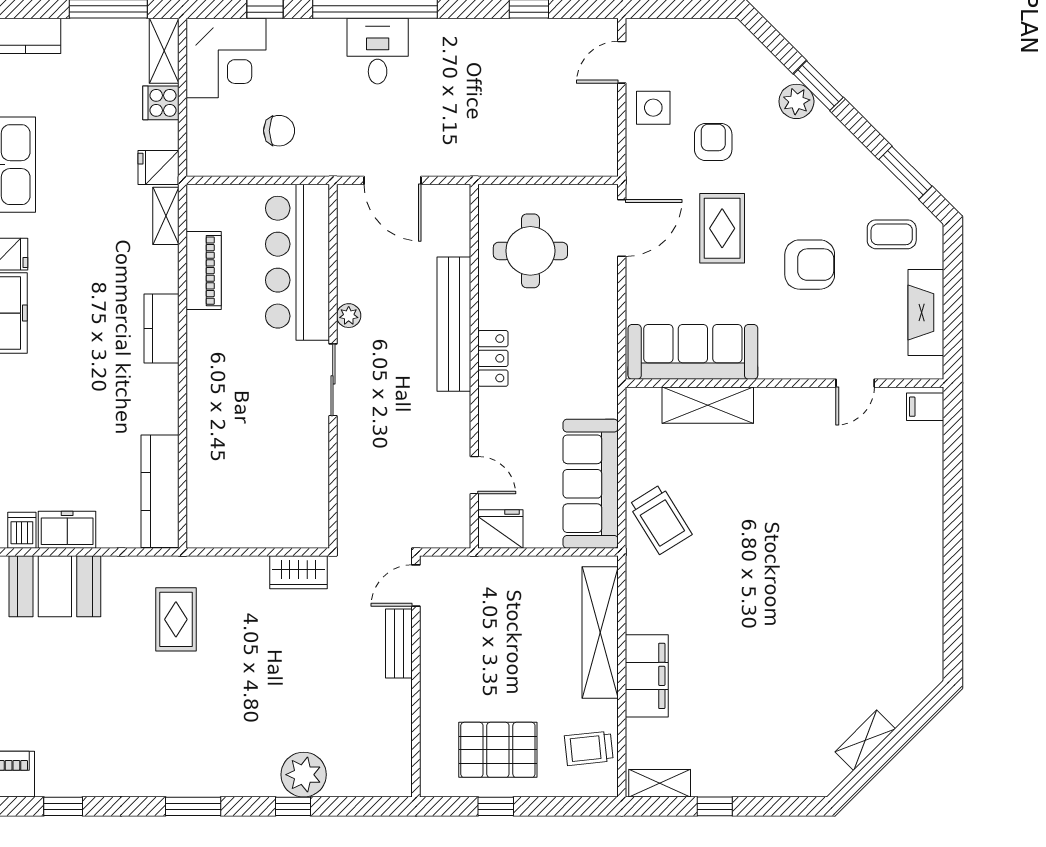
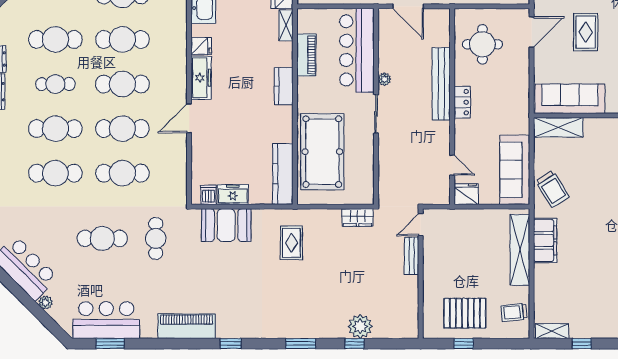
shelving: (708, 405) -> (558, 127), moved
pool table: (233, 450) -> (322, 152), added
filing cabinet: (647, 676) -> (545, 240), moved

